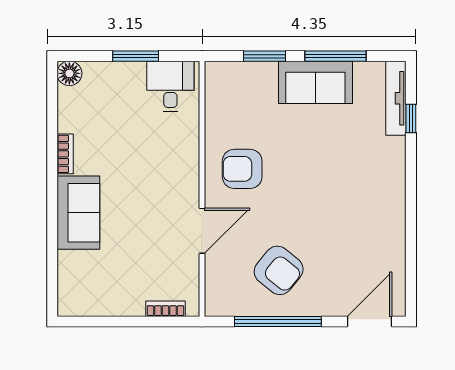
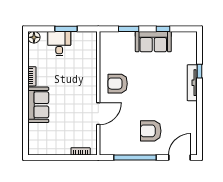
window: (336, 56) -> (163, 29), width x0.46
desk: (170, 86) -> (59, 44), moved
tv unit: (396, 98) -> (192, 83), moved
window: (411, 119) -> (200, 71), moved
armchair: (279, 270) -> (151, 131), moved, turned 141

